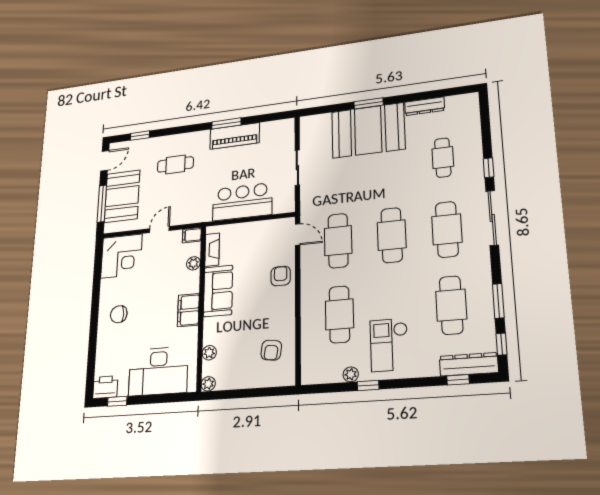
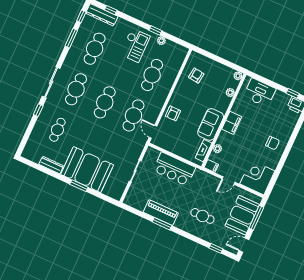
desk: (158, 371) -> (260, 93), width x0.73, depth x0.77

